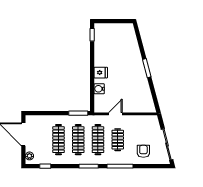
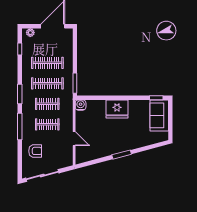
sofa: (109, 32) -> (159, 115), added
fridge: (101, 73) -> (117, 109), width x1.88, depth x1.34
water cooler: (99, 89) -> (81, 105), moved
door: (115, 114) -> (74, 139), moved
clothes rail: (98, 140) -> (47, 104), width x0.73

